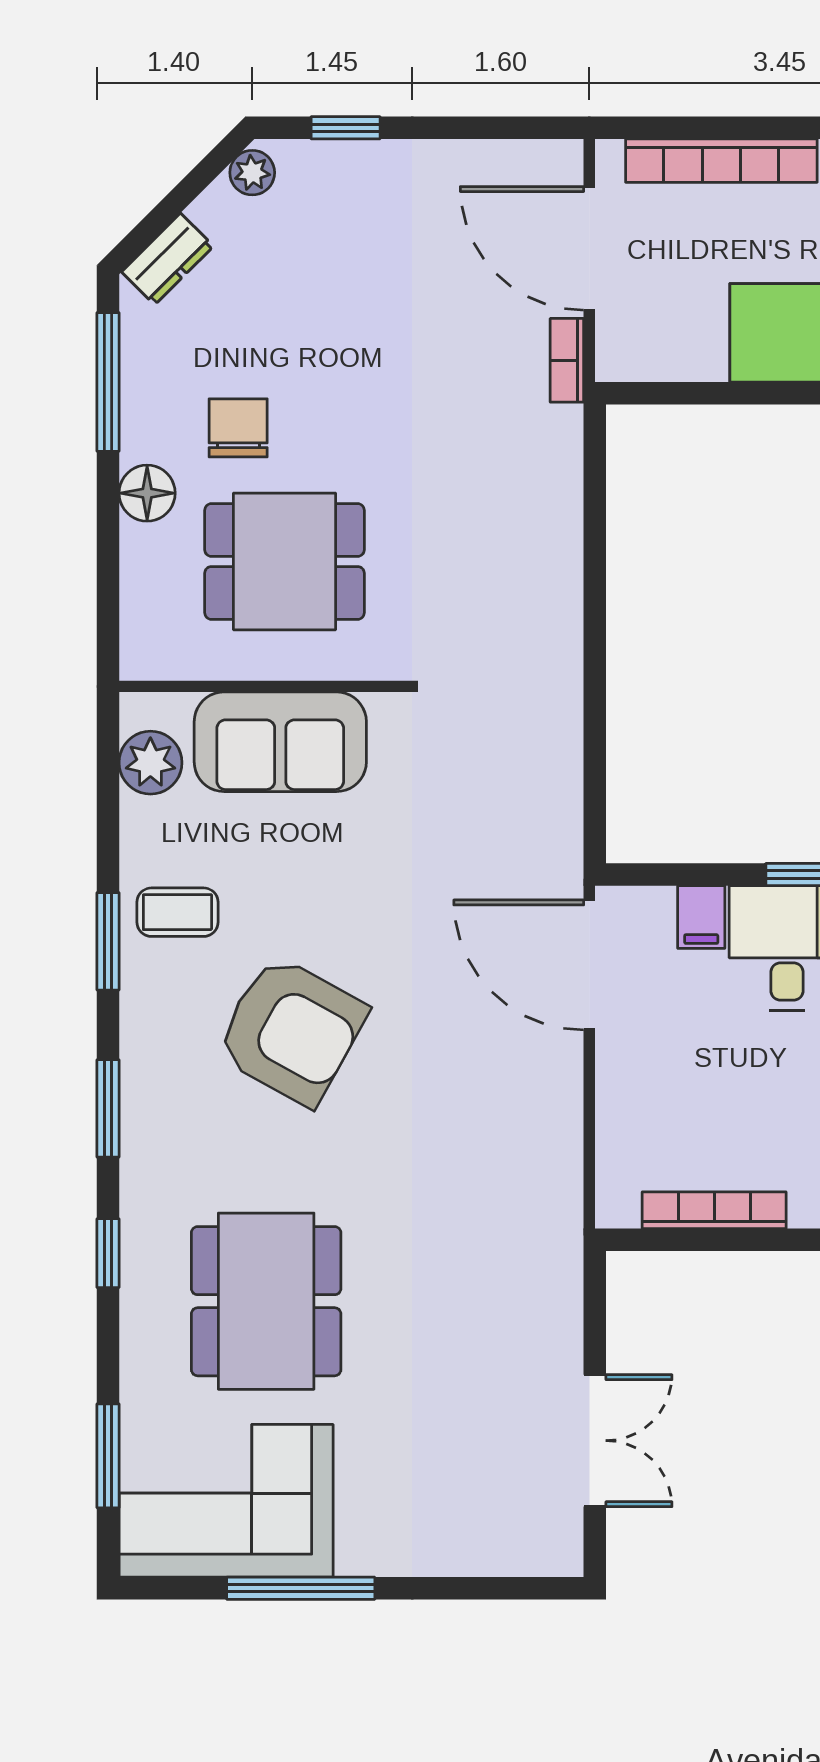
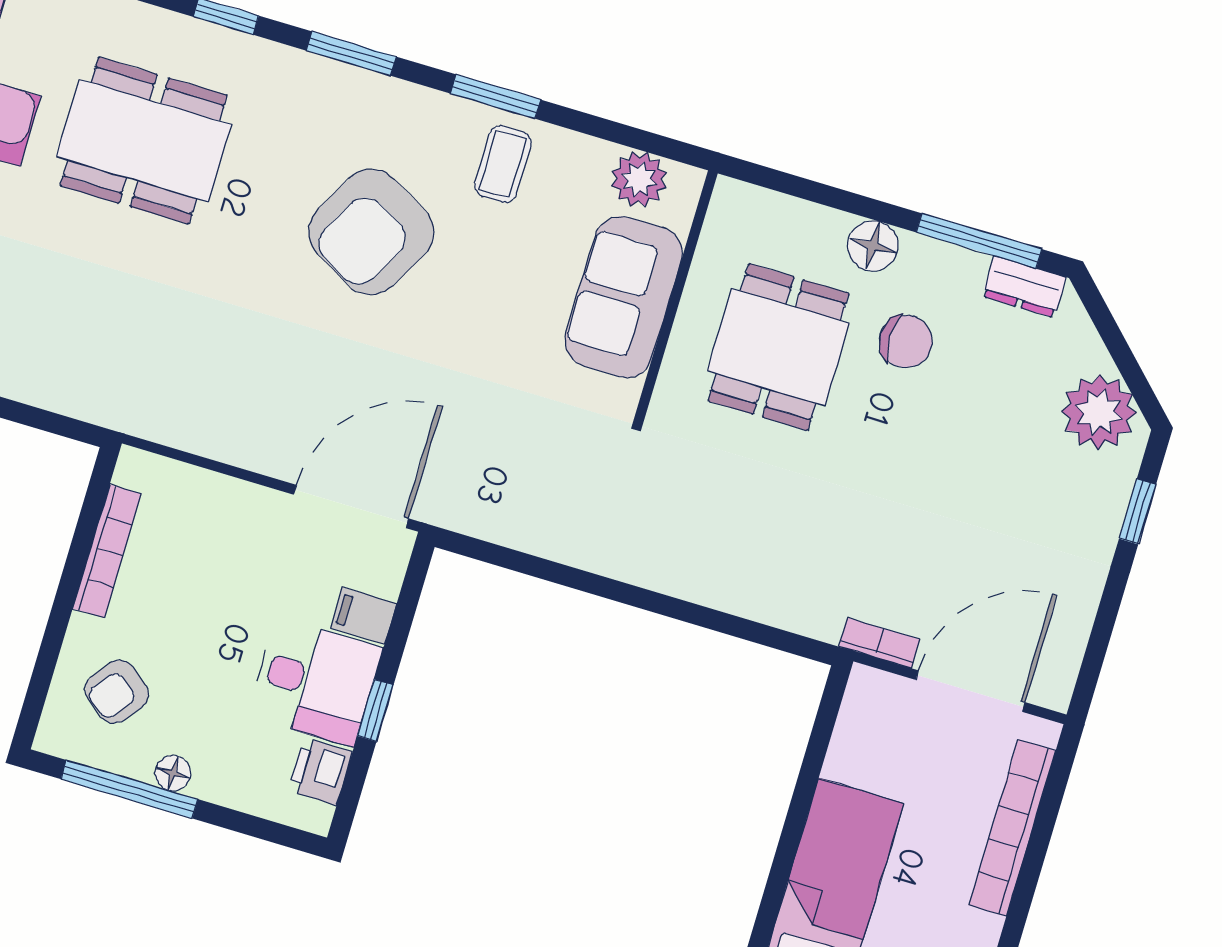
plant: (252, 173) -> (1099, 412), width x1.87, depth x1.87
dresser: (168, 259) -> (1024, 287), moved, turned -45

